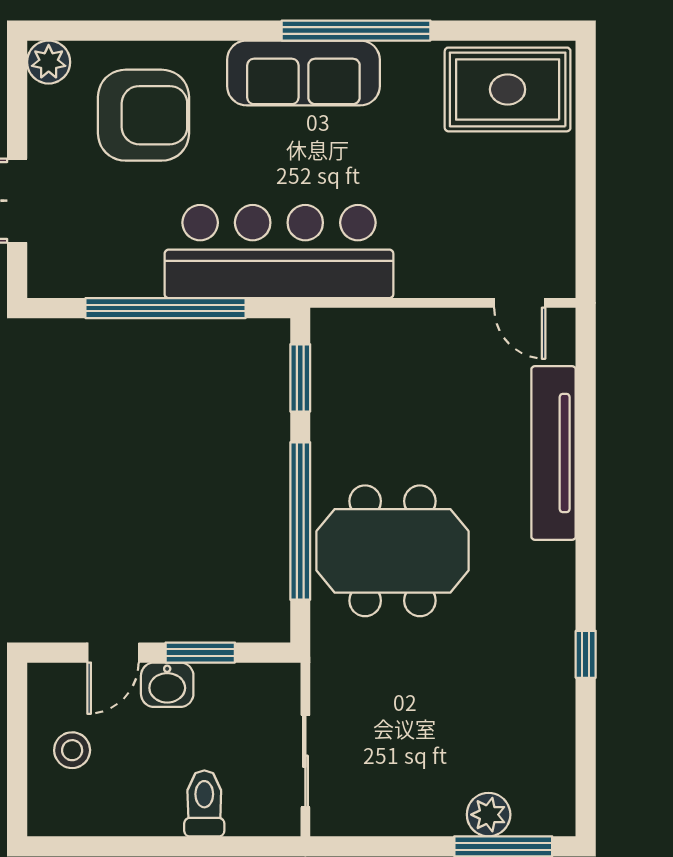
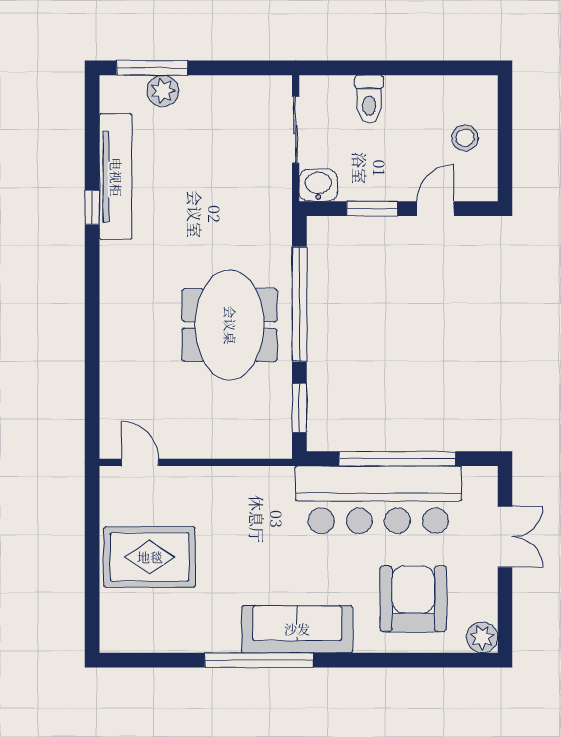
rug: (508, 89) -> (150, 557), moved
armchair: (144, 115) -> (413, 599), turned 90
bar counter: (279, 252) -> (378, 500), moved
tv unit: (554, 453) -> (116, 177), moved
meeting table: (392, 551) -> (230, 325), moved, turned 90
washbasin: (167, 685) -> (318, 185), moved

